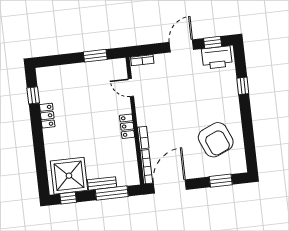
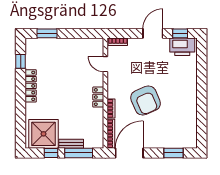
window: (95, 56) -> (47, 33), moved
window: (243, 86) -> (202, 74), removed
locker: (47, 116) -> (31, 86), width x1.53
armchair: (216, 140) -> (146, 100), moved
window: (68, 198) -> (51, 153), moved

